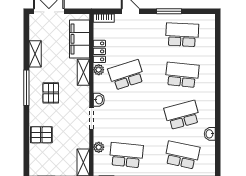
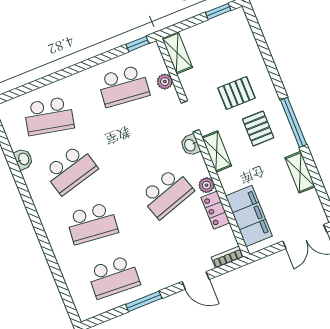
shelving: (83, 72) -> (217, 151), moved
pallet: (41, 135) -> (236, 93), moved

